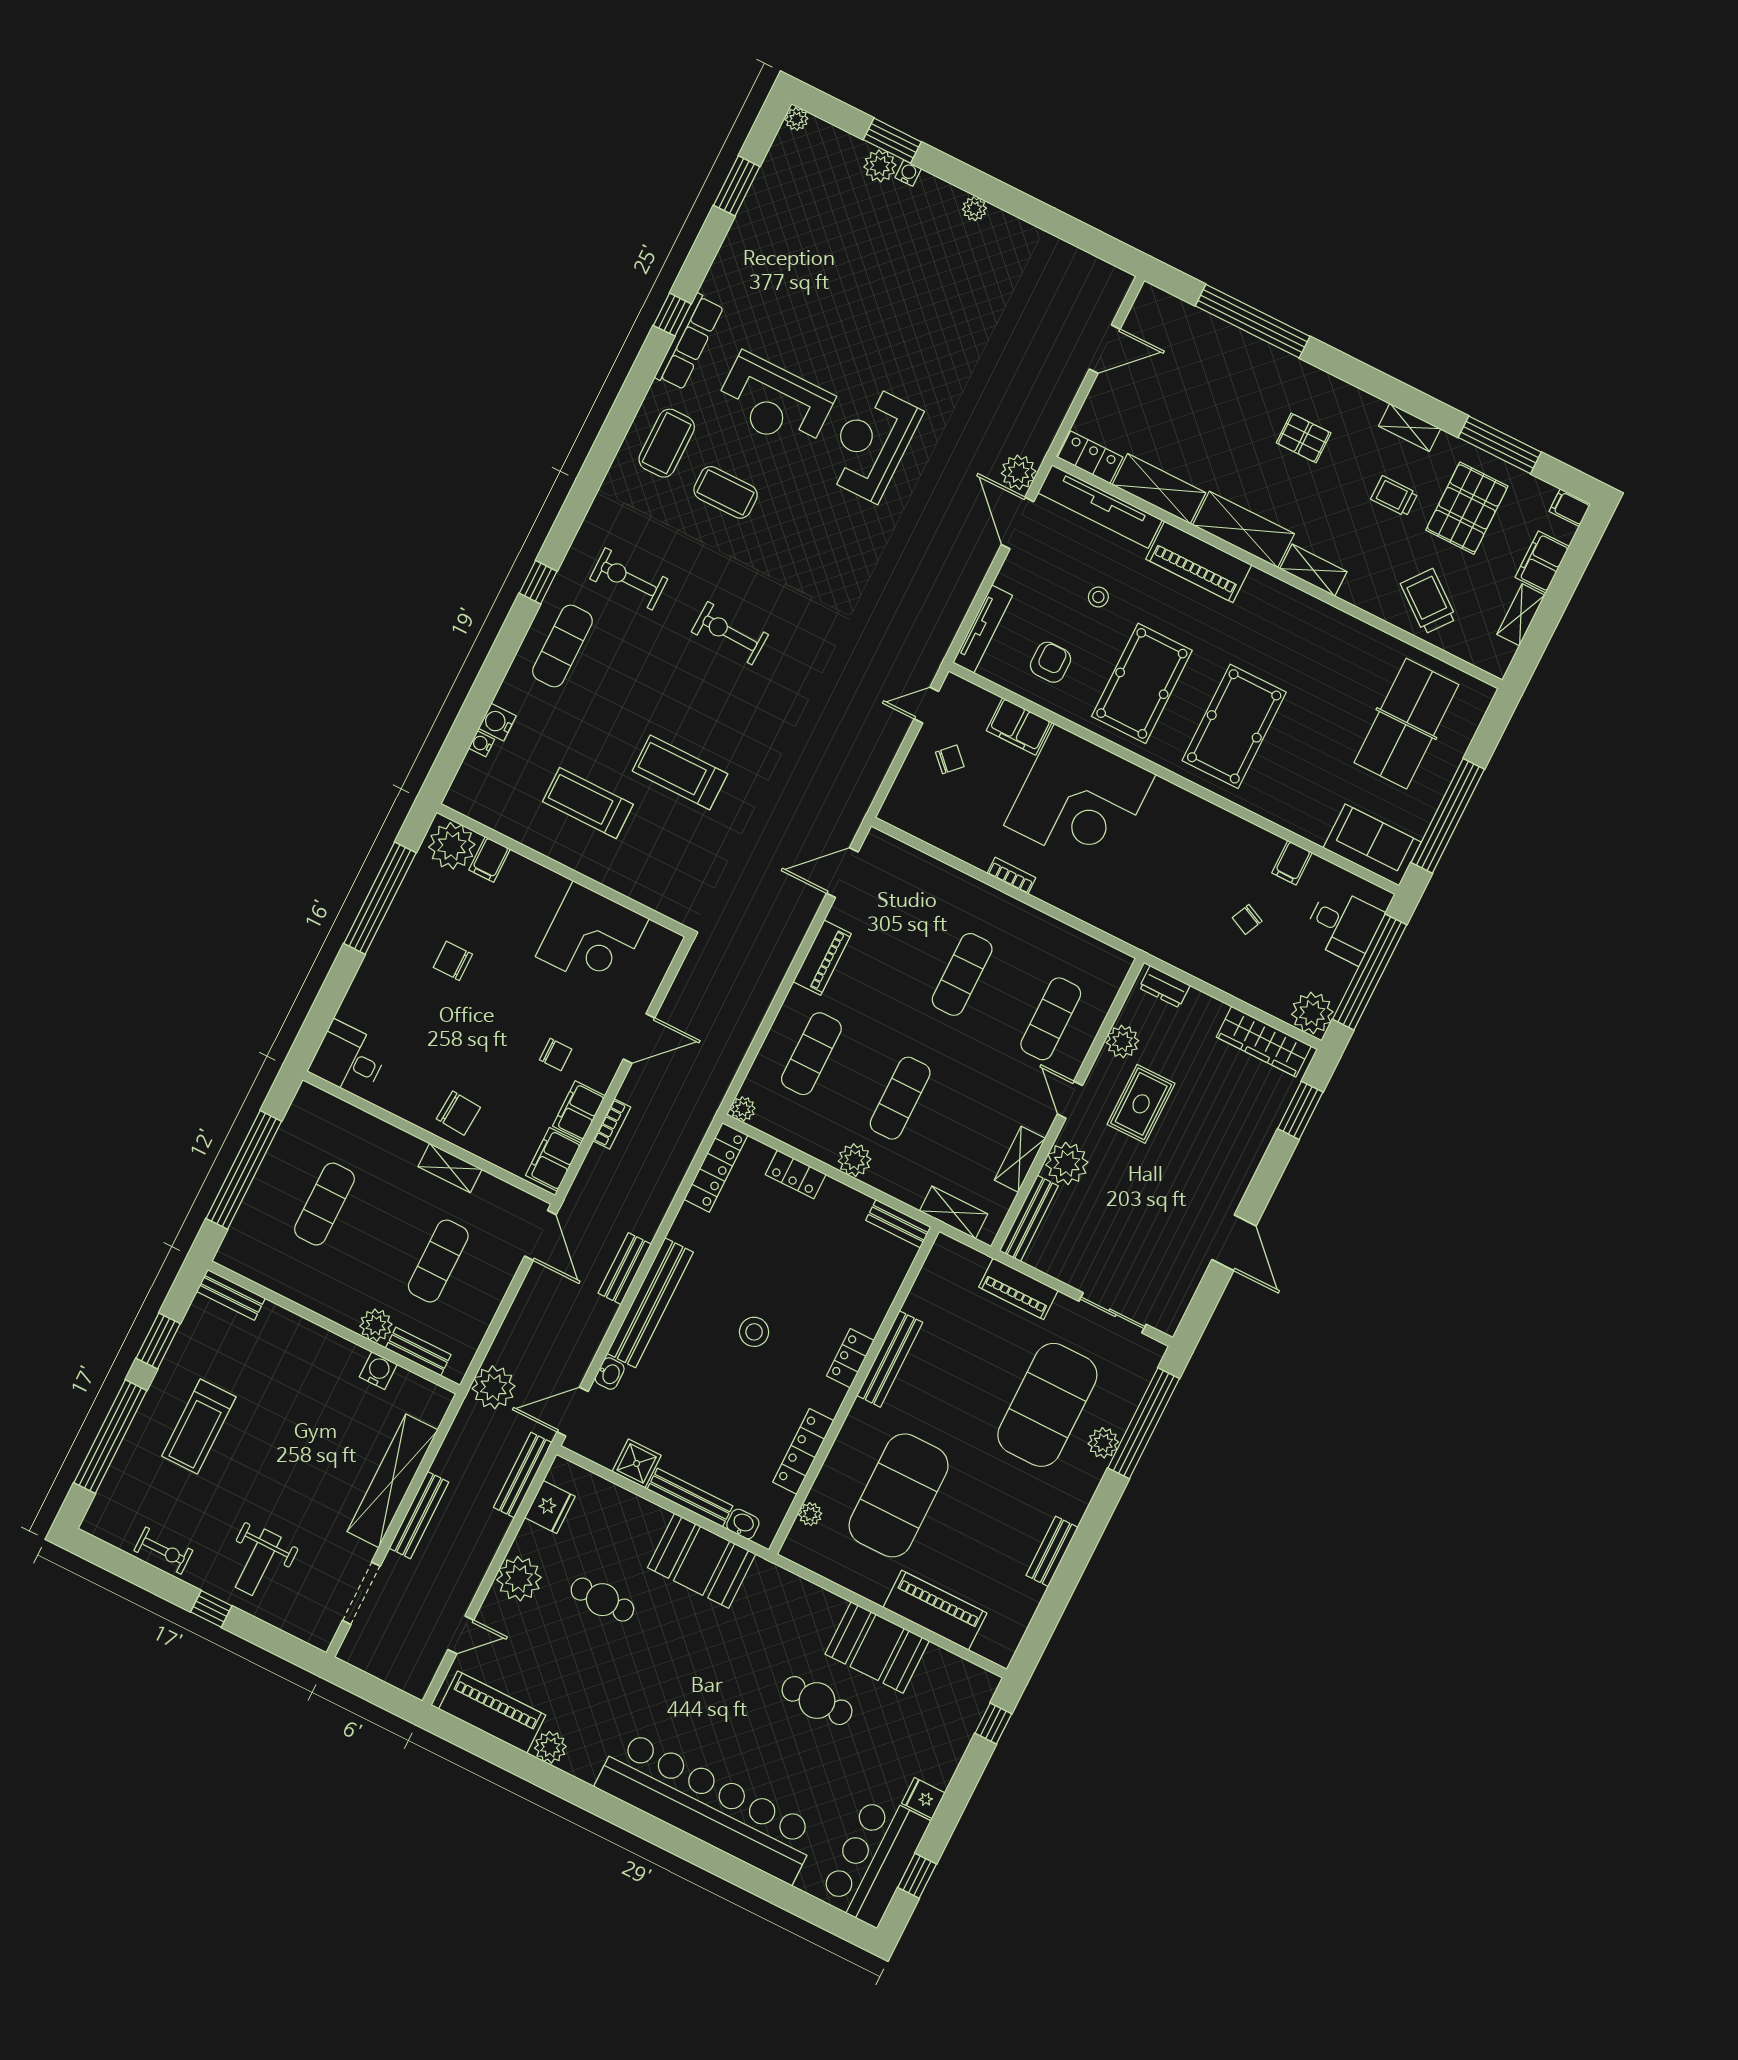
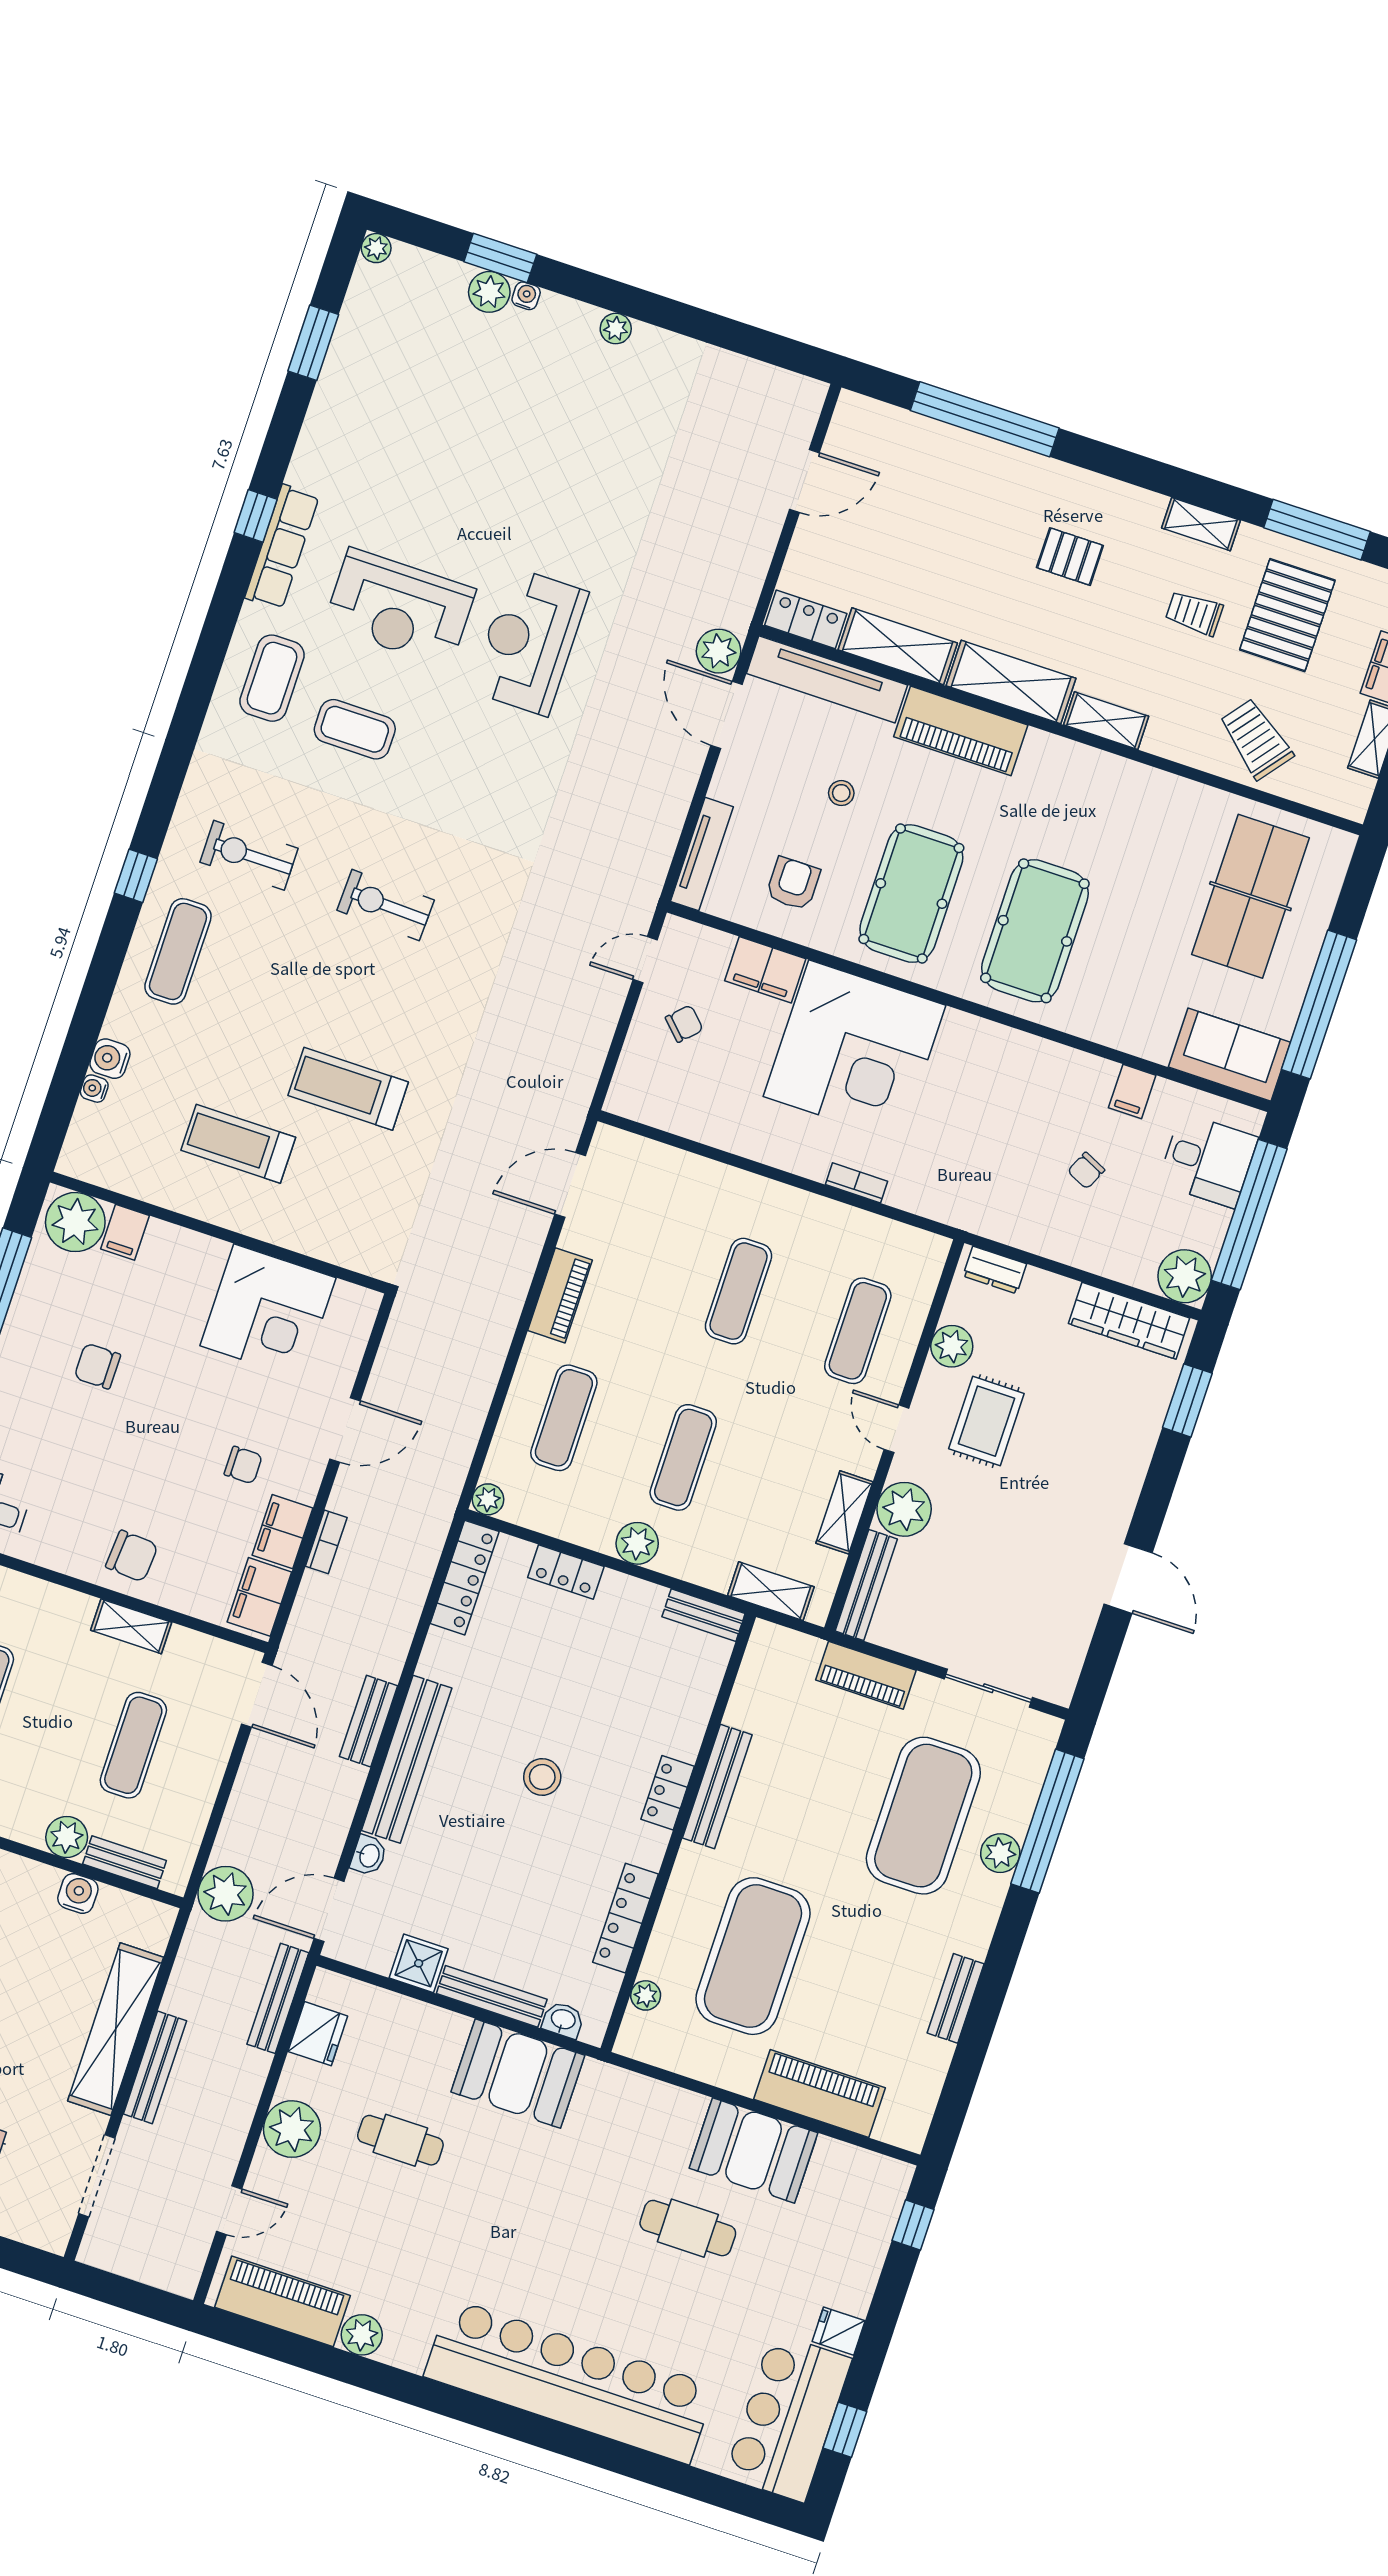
bookcase: (1011, 876) -> (856, 1183), moved

